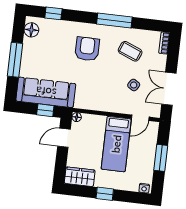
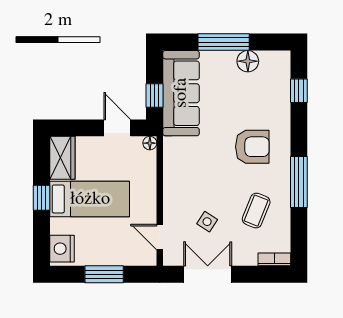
floor lamp: (31, 30) -> (248, 61), moved
bed: (116, 144) -> (90, 199), moved, turned 180
nightstand: (144, 188) -> (62, 249), width x1.89, depth x1.79

